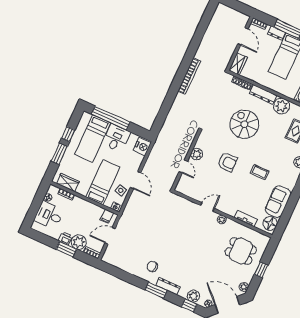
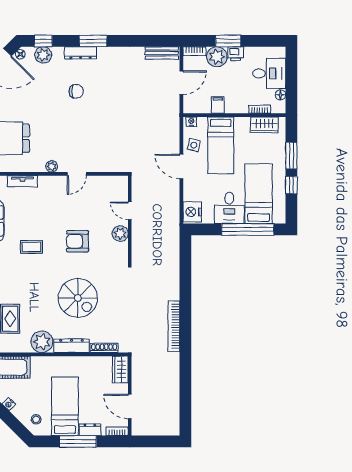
filing cabinet: (107, 216) -> (218, 105), moved
bench: (114, 261) -> (162, 53), added
chair: (152, 266) -> (76, 91), moved

